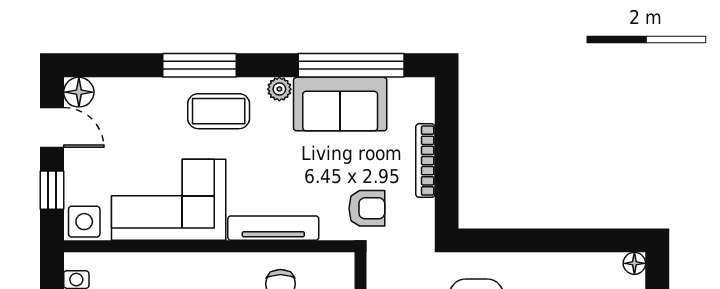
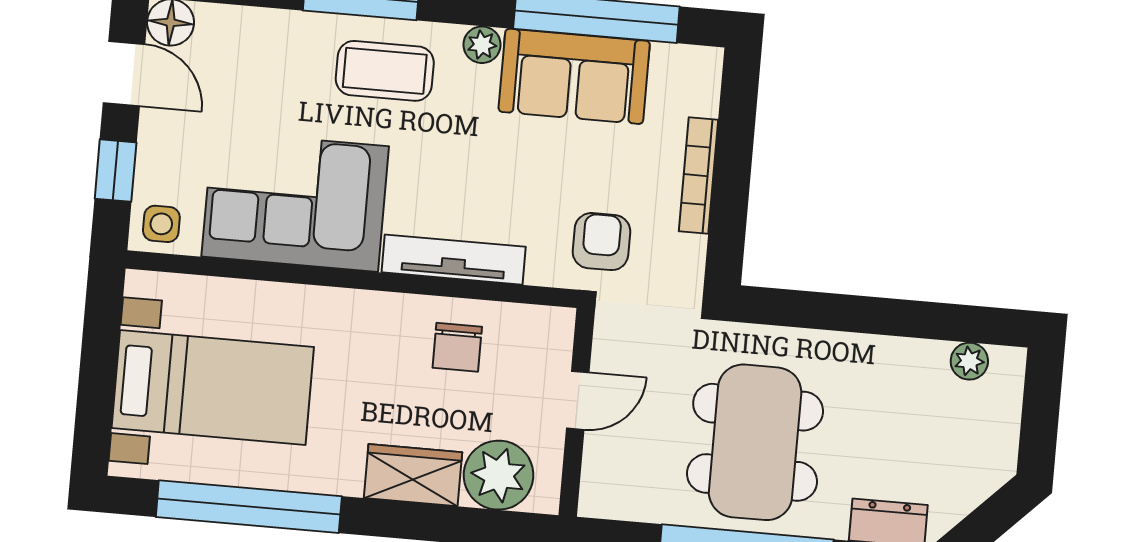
armchair: (367, 208) -> (601, 242), turned -90
side table: (84, 222) -> (161, 224), width x0.73, depth x0.73
floor lamp: (634, 263) -> (1009, 363), removed
plant: (609, 264) -> (969, 361), added

